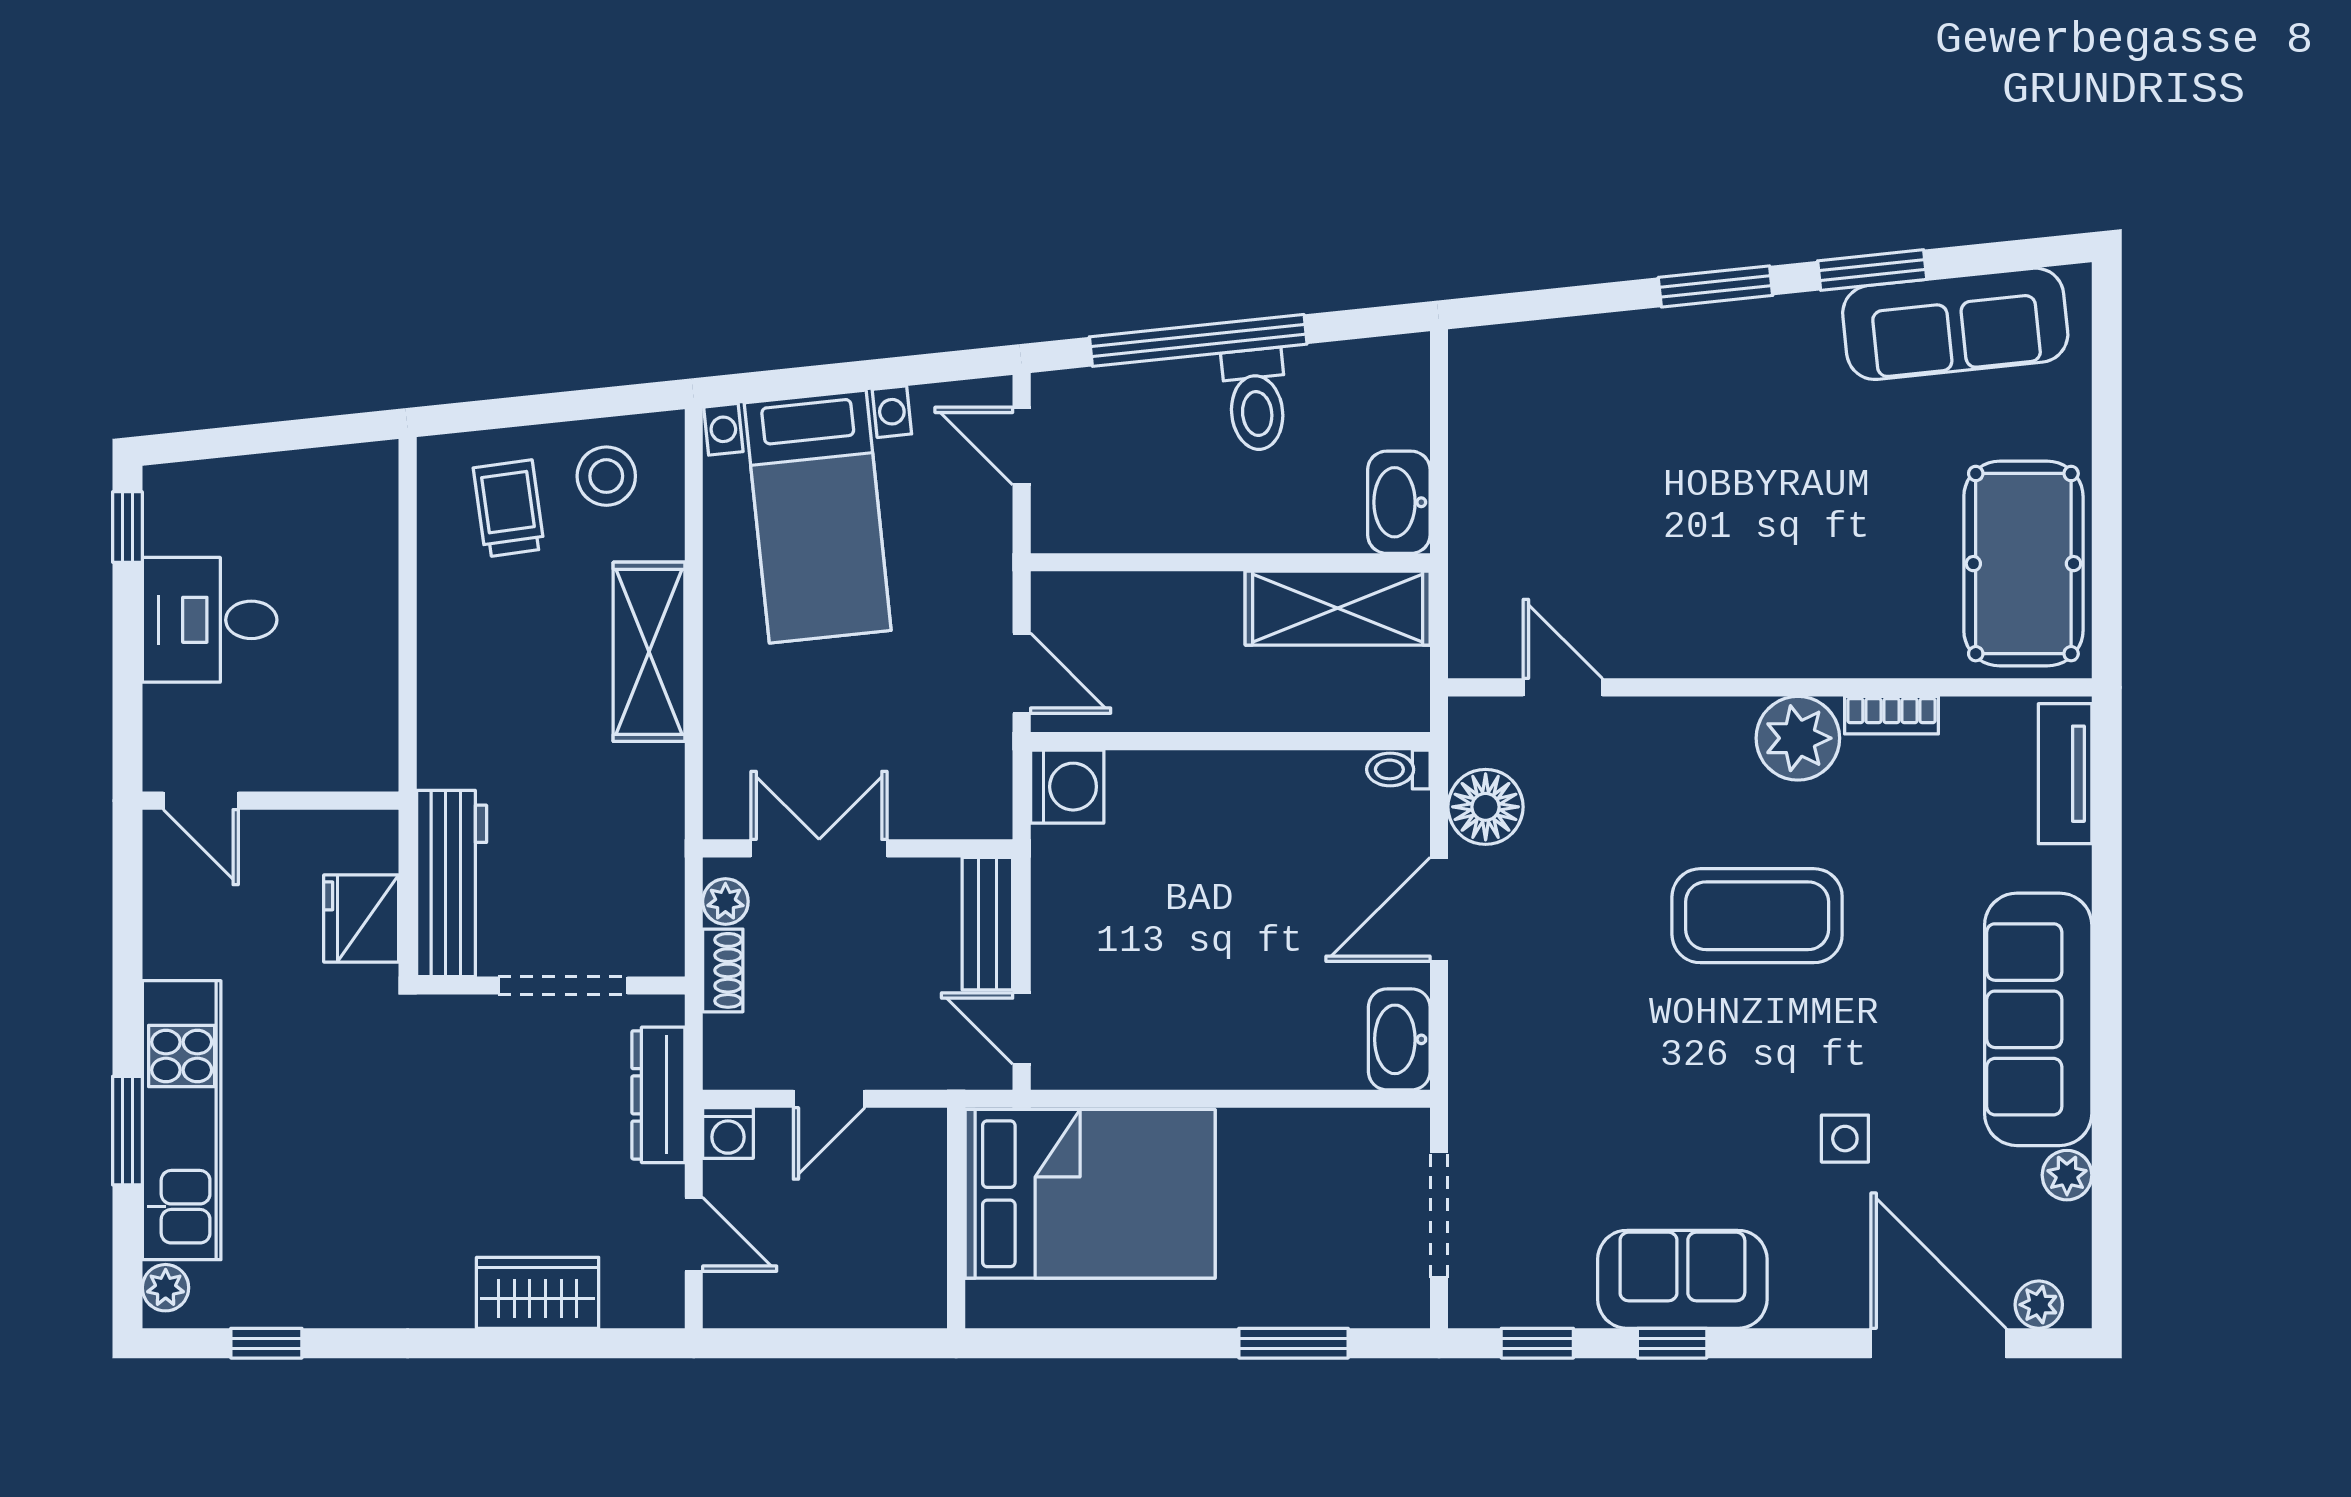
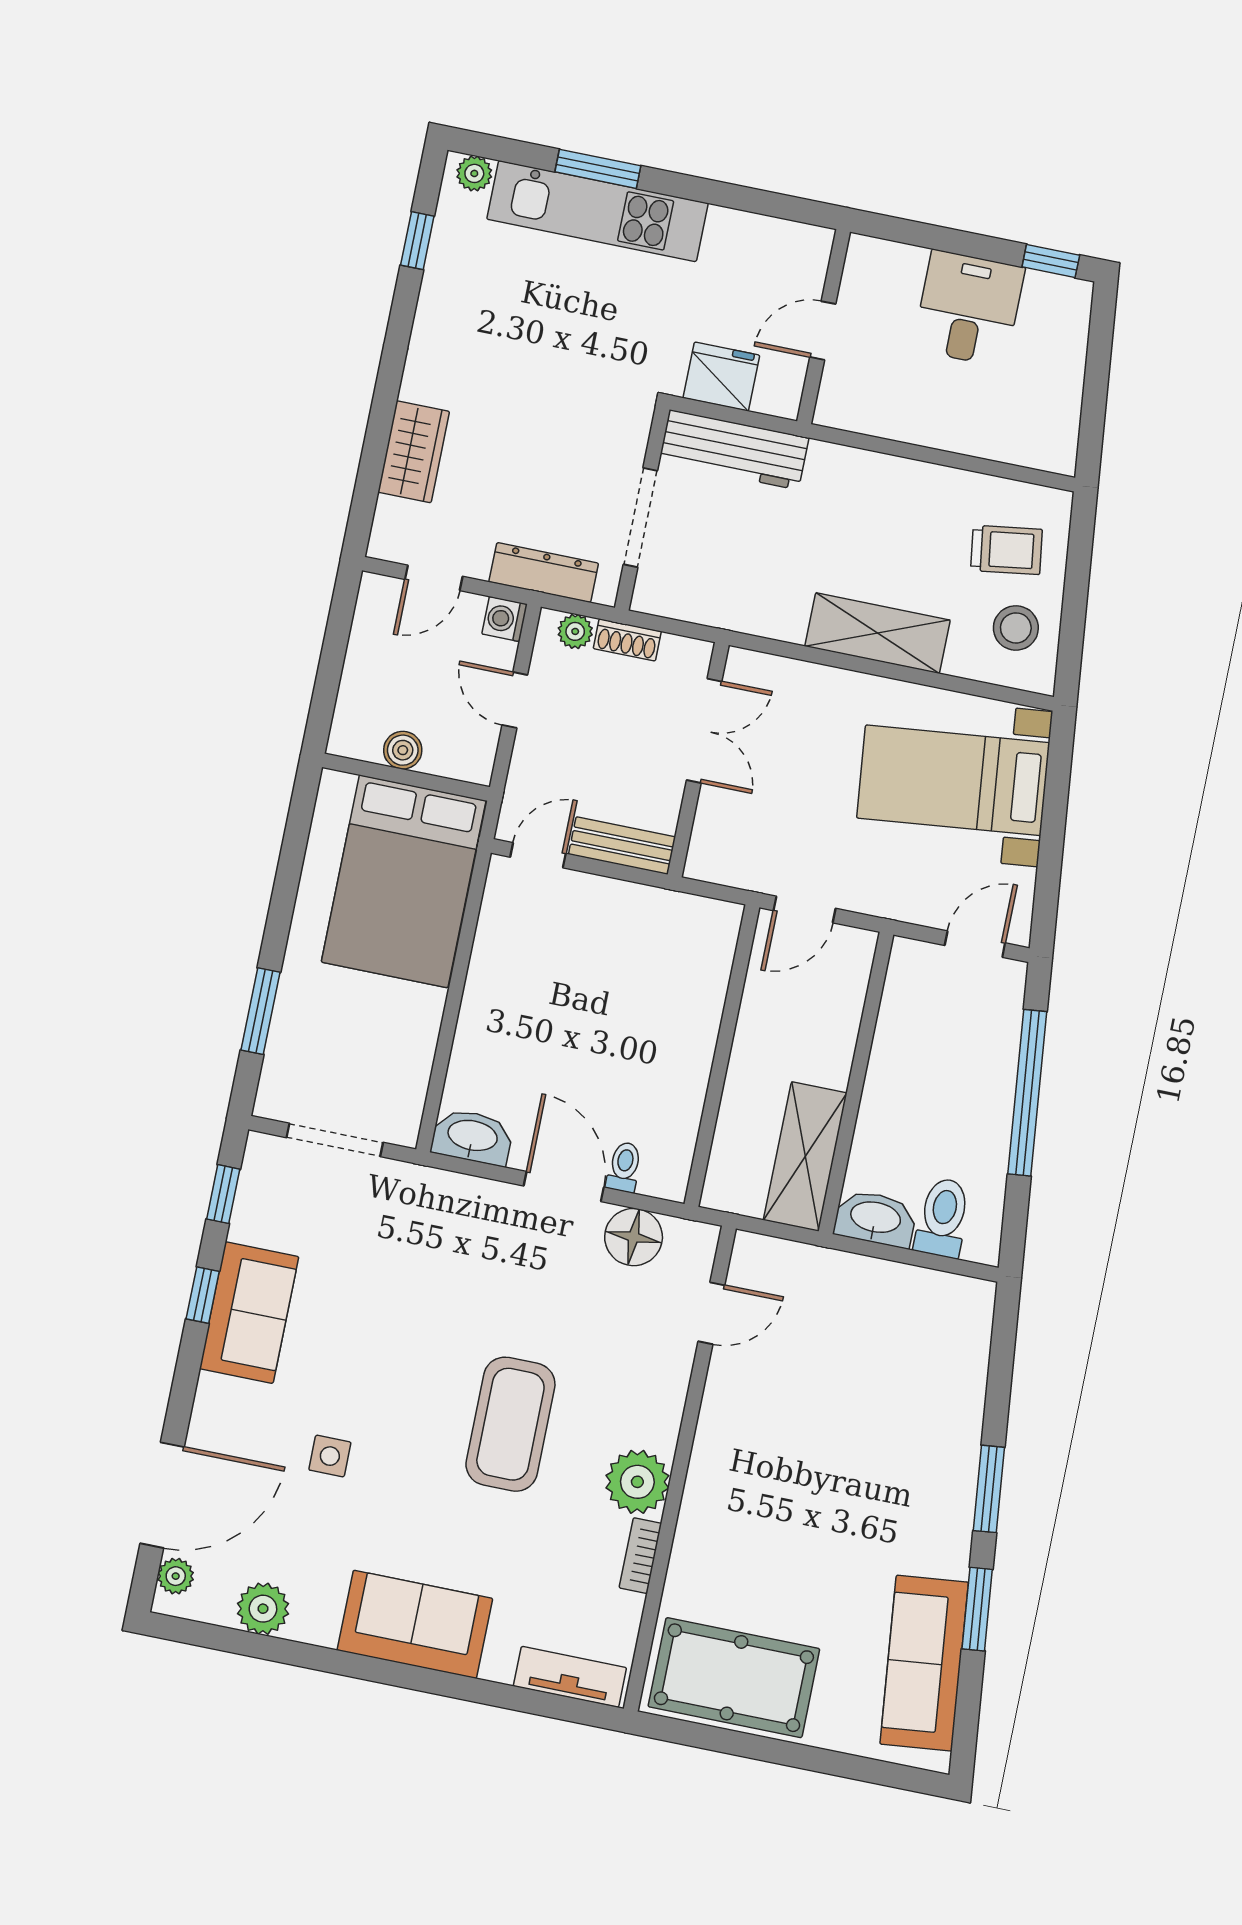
toilet: (1256, 400) -> (943, 1218), moved, turned 96
toilet: (1398, 769) -> (624, 1167), moved
washing machine: (1067, 787) -> (713, 926), removed
door: (201, 801) -> (823, 331), moved
plant: (725, 901) -> (575, 631), moved
sofa: (2038, 1019) -> (415, 1624), width x0.73
plant: (2067, 1175) -> (263, 1609), width x1.38, depth x1.38
boiler: (922, 1229) -> (403, 750), added

